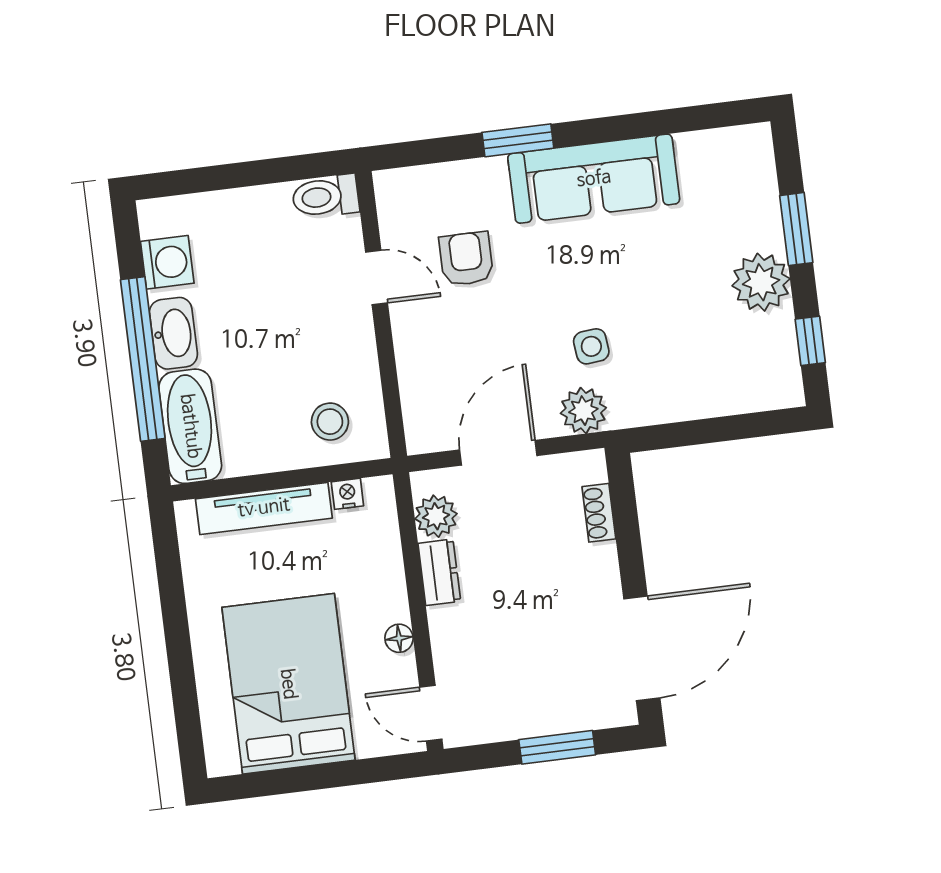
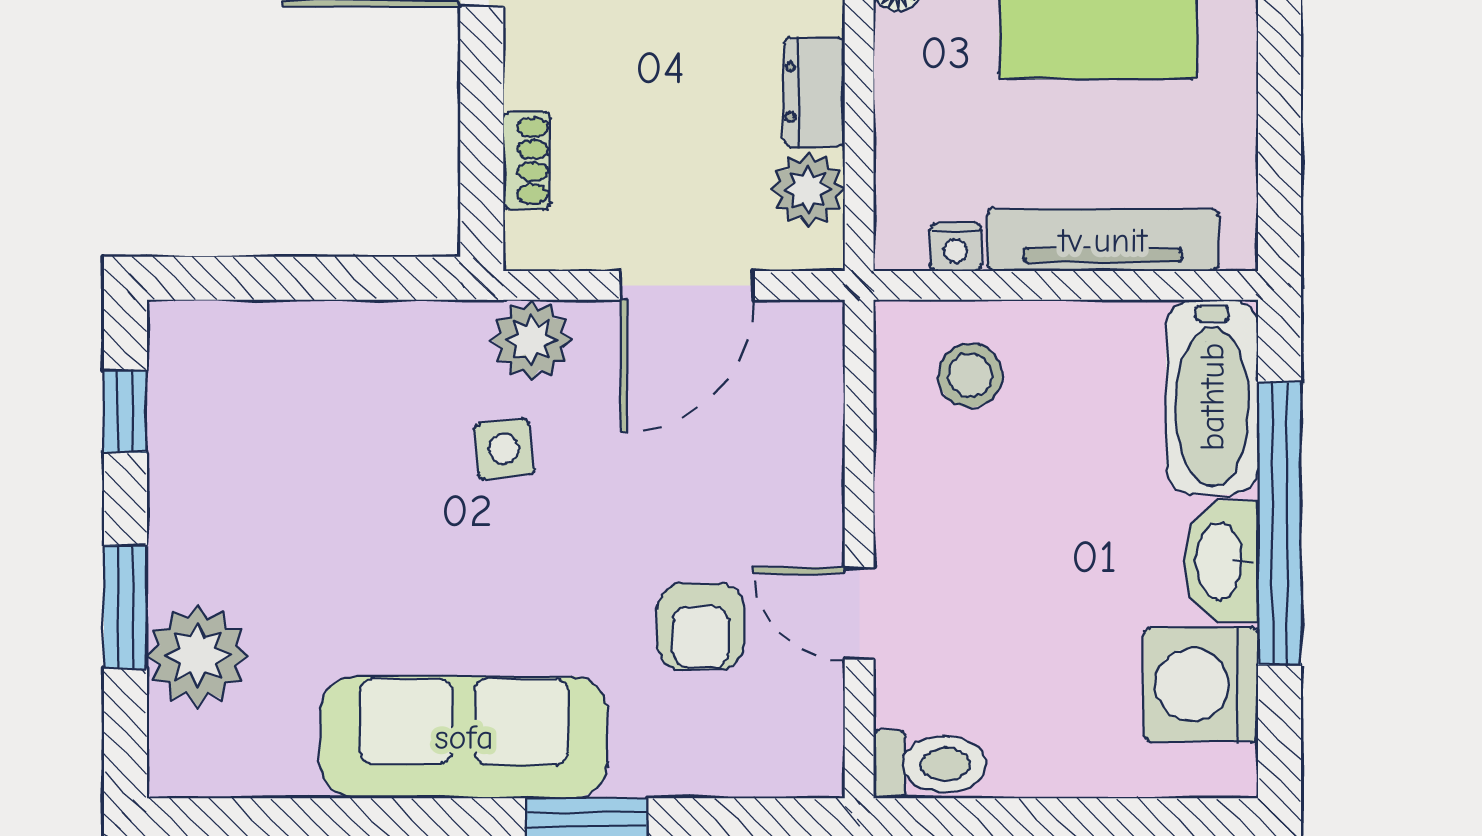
washing machine: (167, 262) -> (1201, 685), width x1.37, depth x1.37
plant: (761, 282) -> (198, 655), moved

